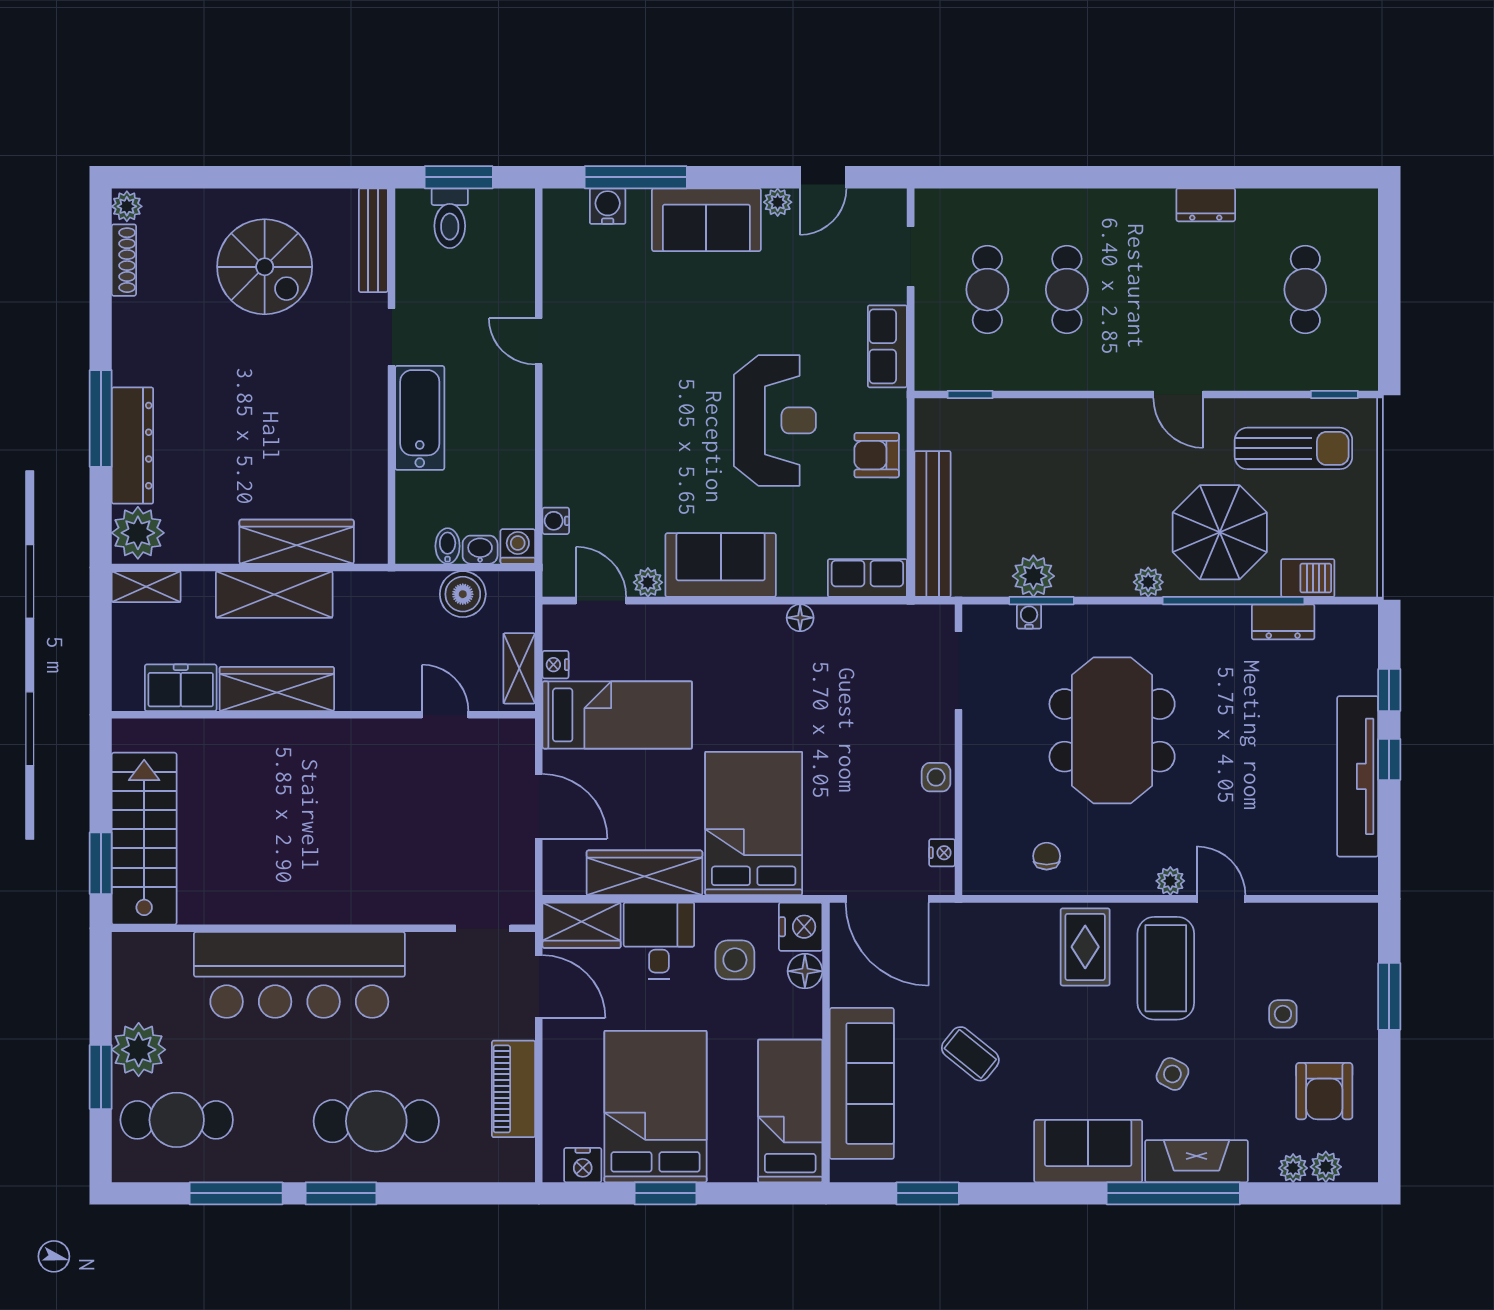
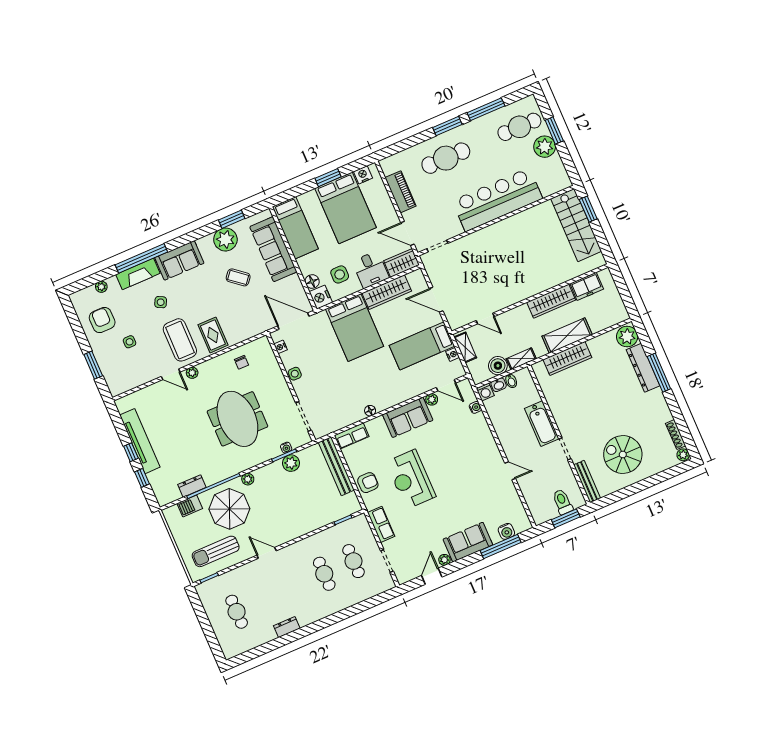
shelving: (146, 587) -> (521, 359), moved
plant: (1326, 1167) -> (225, 239), moved, width x1.88, depth x1.88

